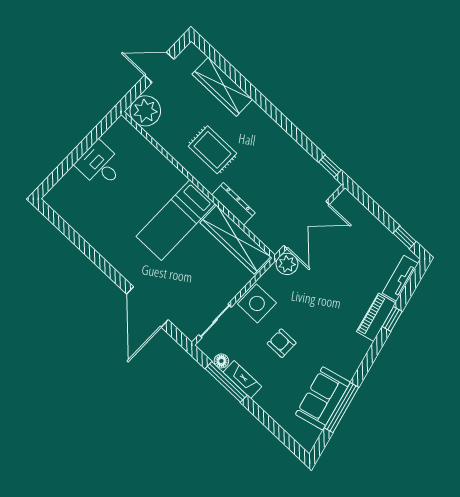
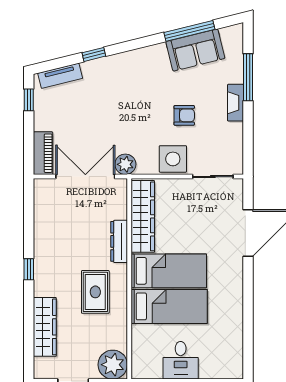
window: (330, 166) -> (29, 269), moved
bed: (149, 195) -> (169, 306), added
piano: (376, 317) -> (43, 153), moved, turned -76
armchair: (282, 343) -> (184, 115), turned -90
floor lamp: (221, 361) -> (237, 146), removed
fireplace: (242, 379) -> (236, 103), moved
window: (226, 382) -> (248, 77), moved

